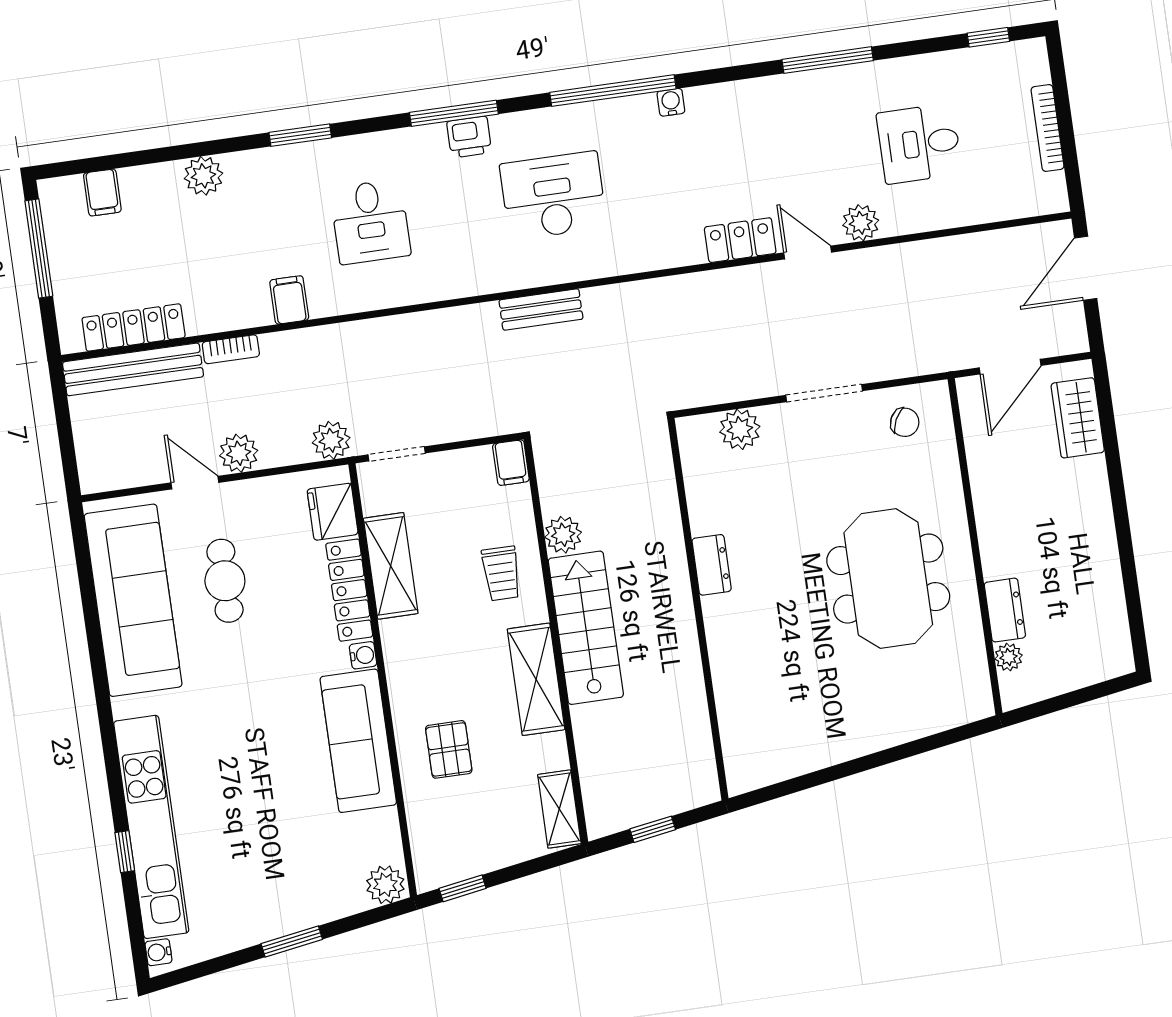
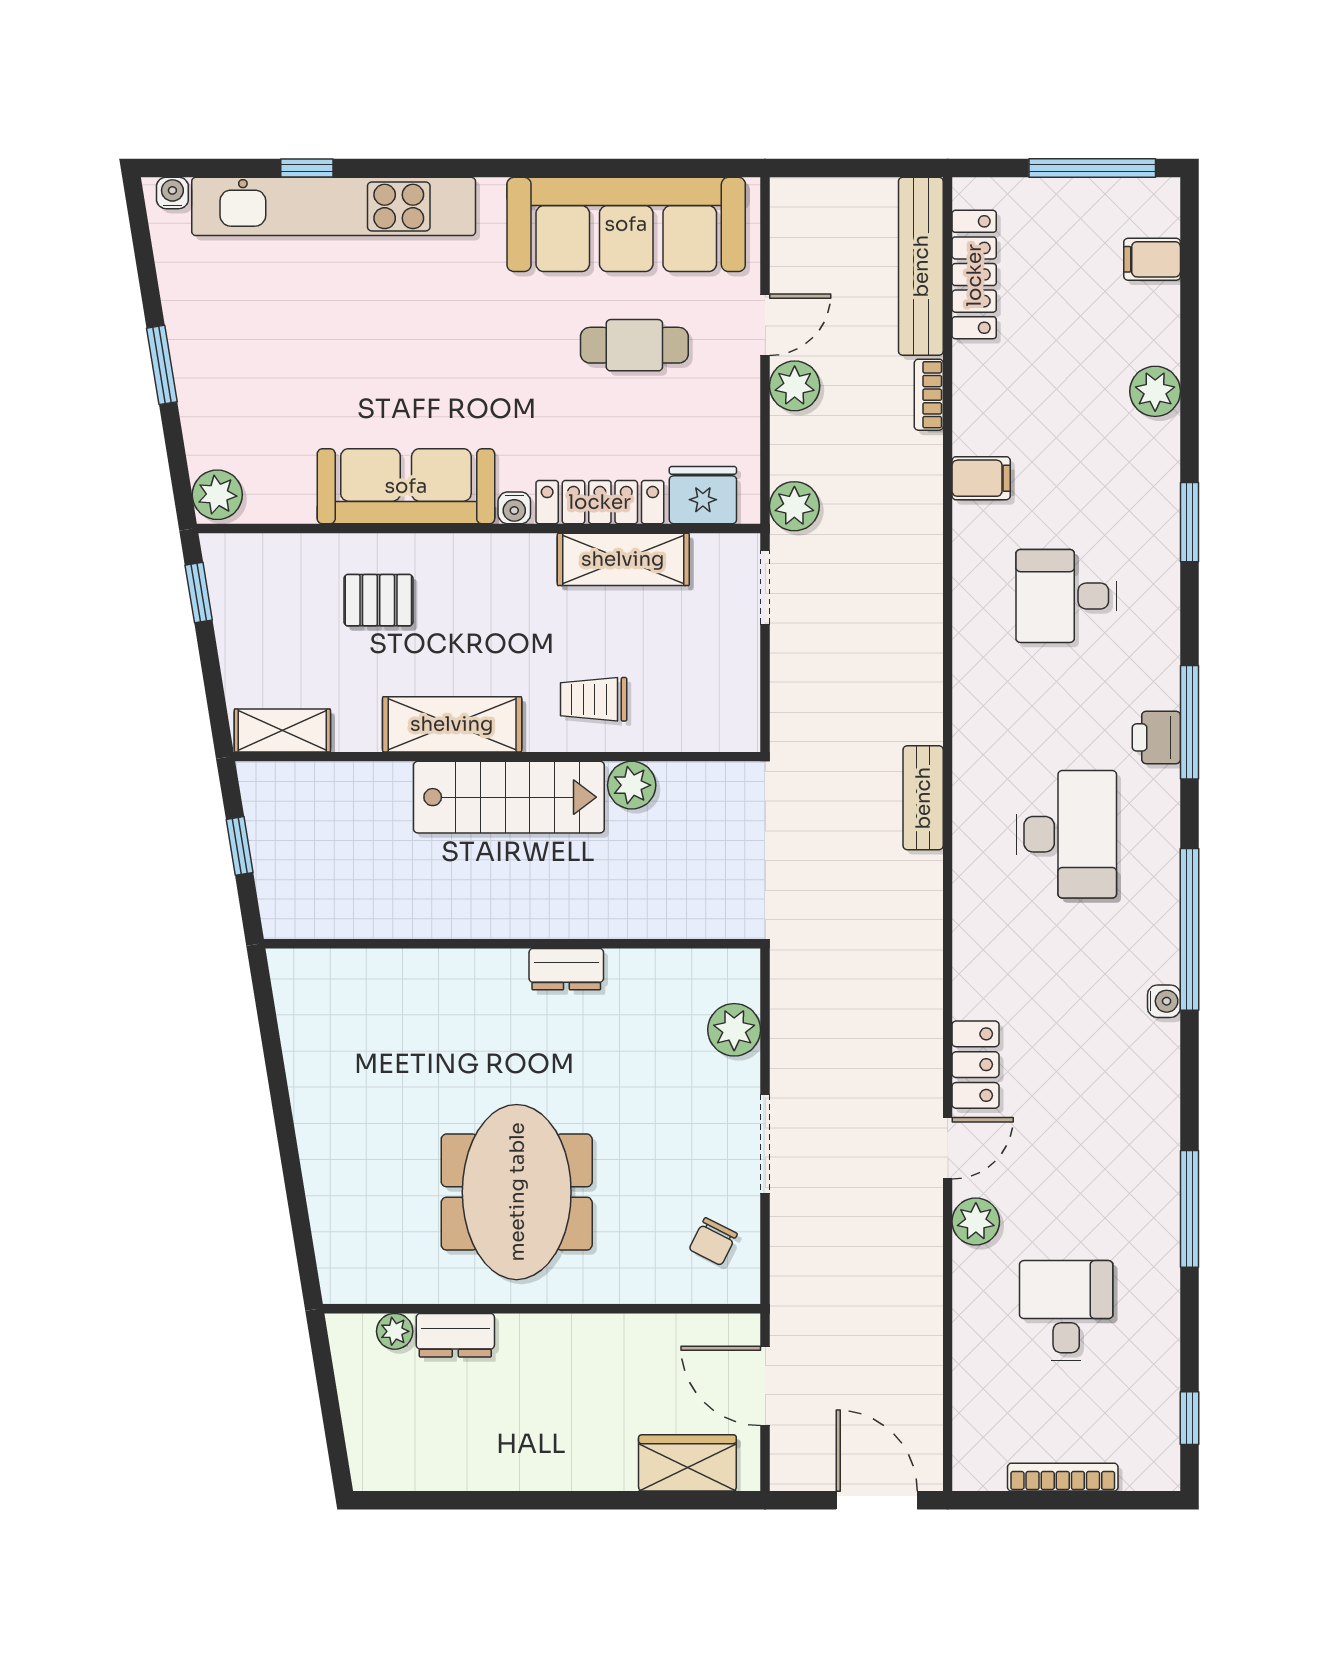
filing cabinet: (511, 463) -> (733, 732), removed
meeting table: (888, 579) -> (517, 1192), turned 90

